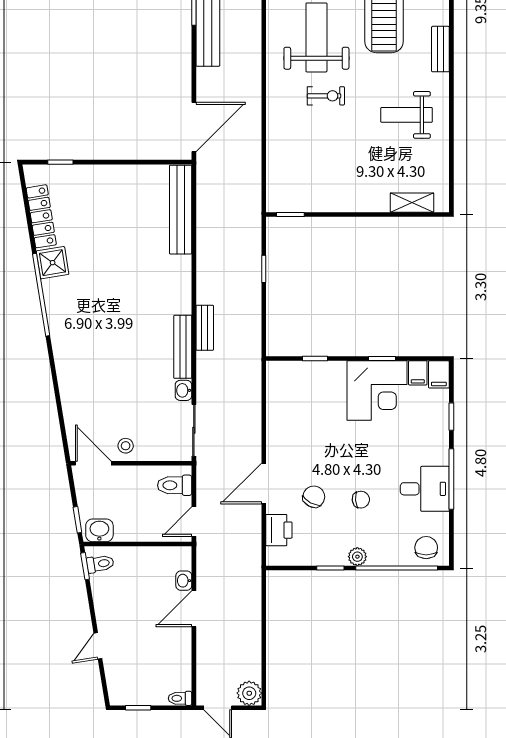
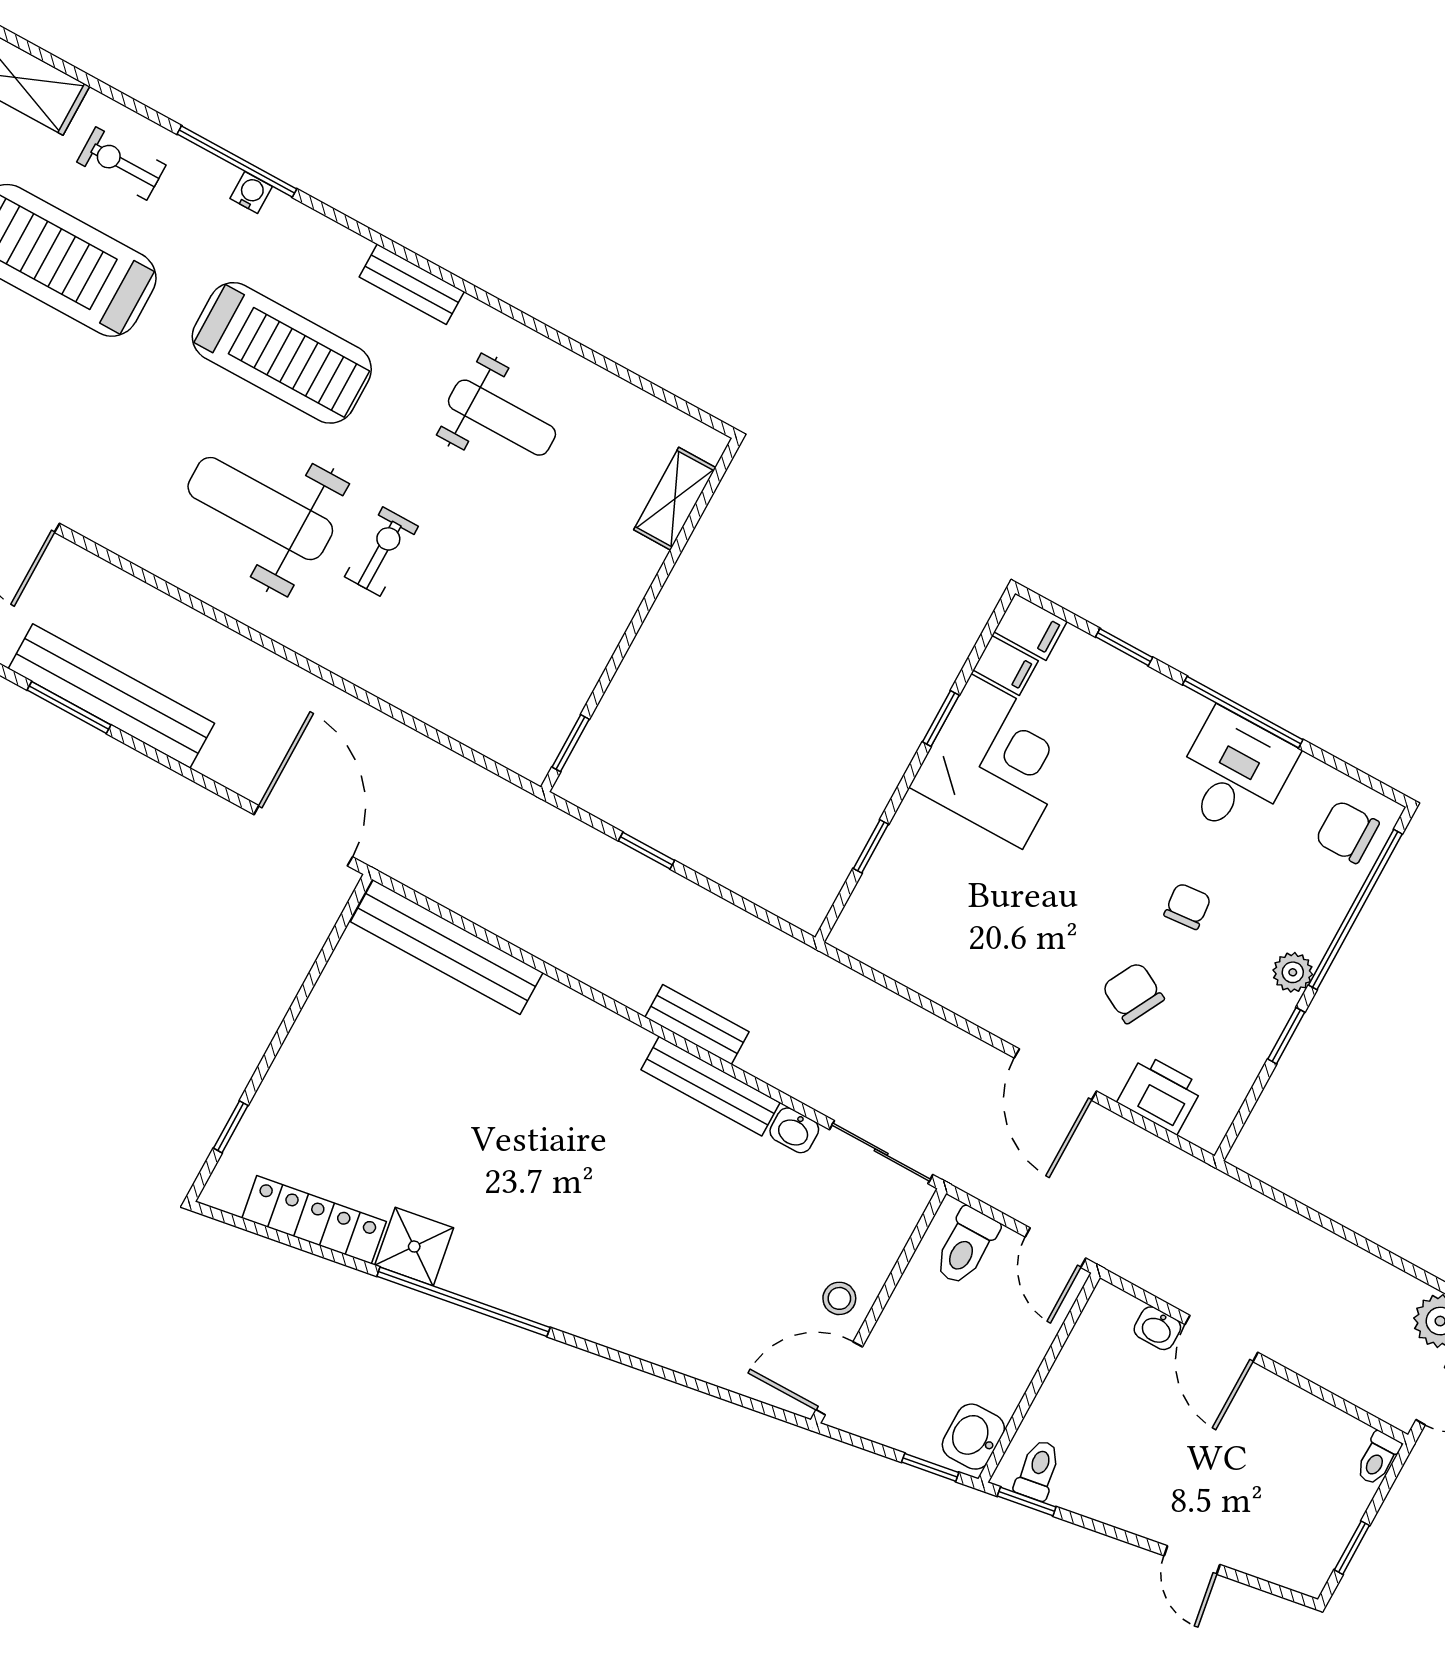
weight bench: (407, 115) -> (502, 418), turned -90

